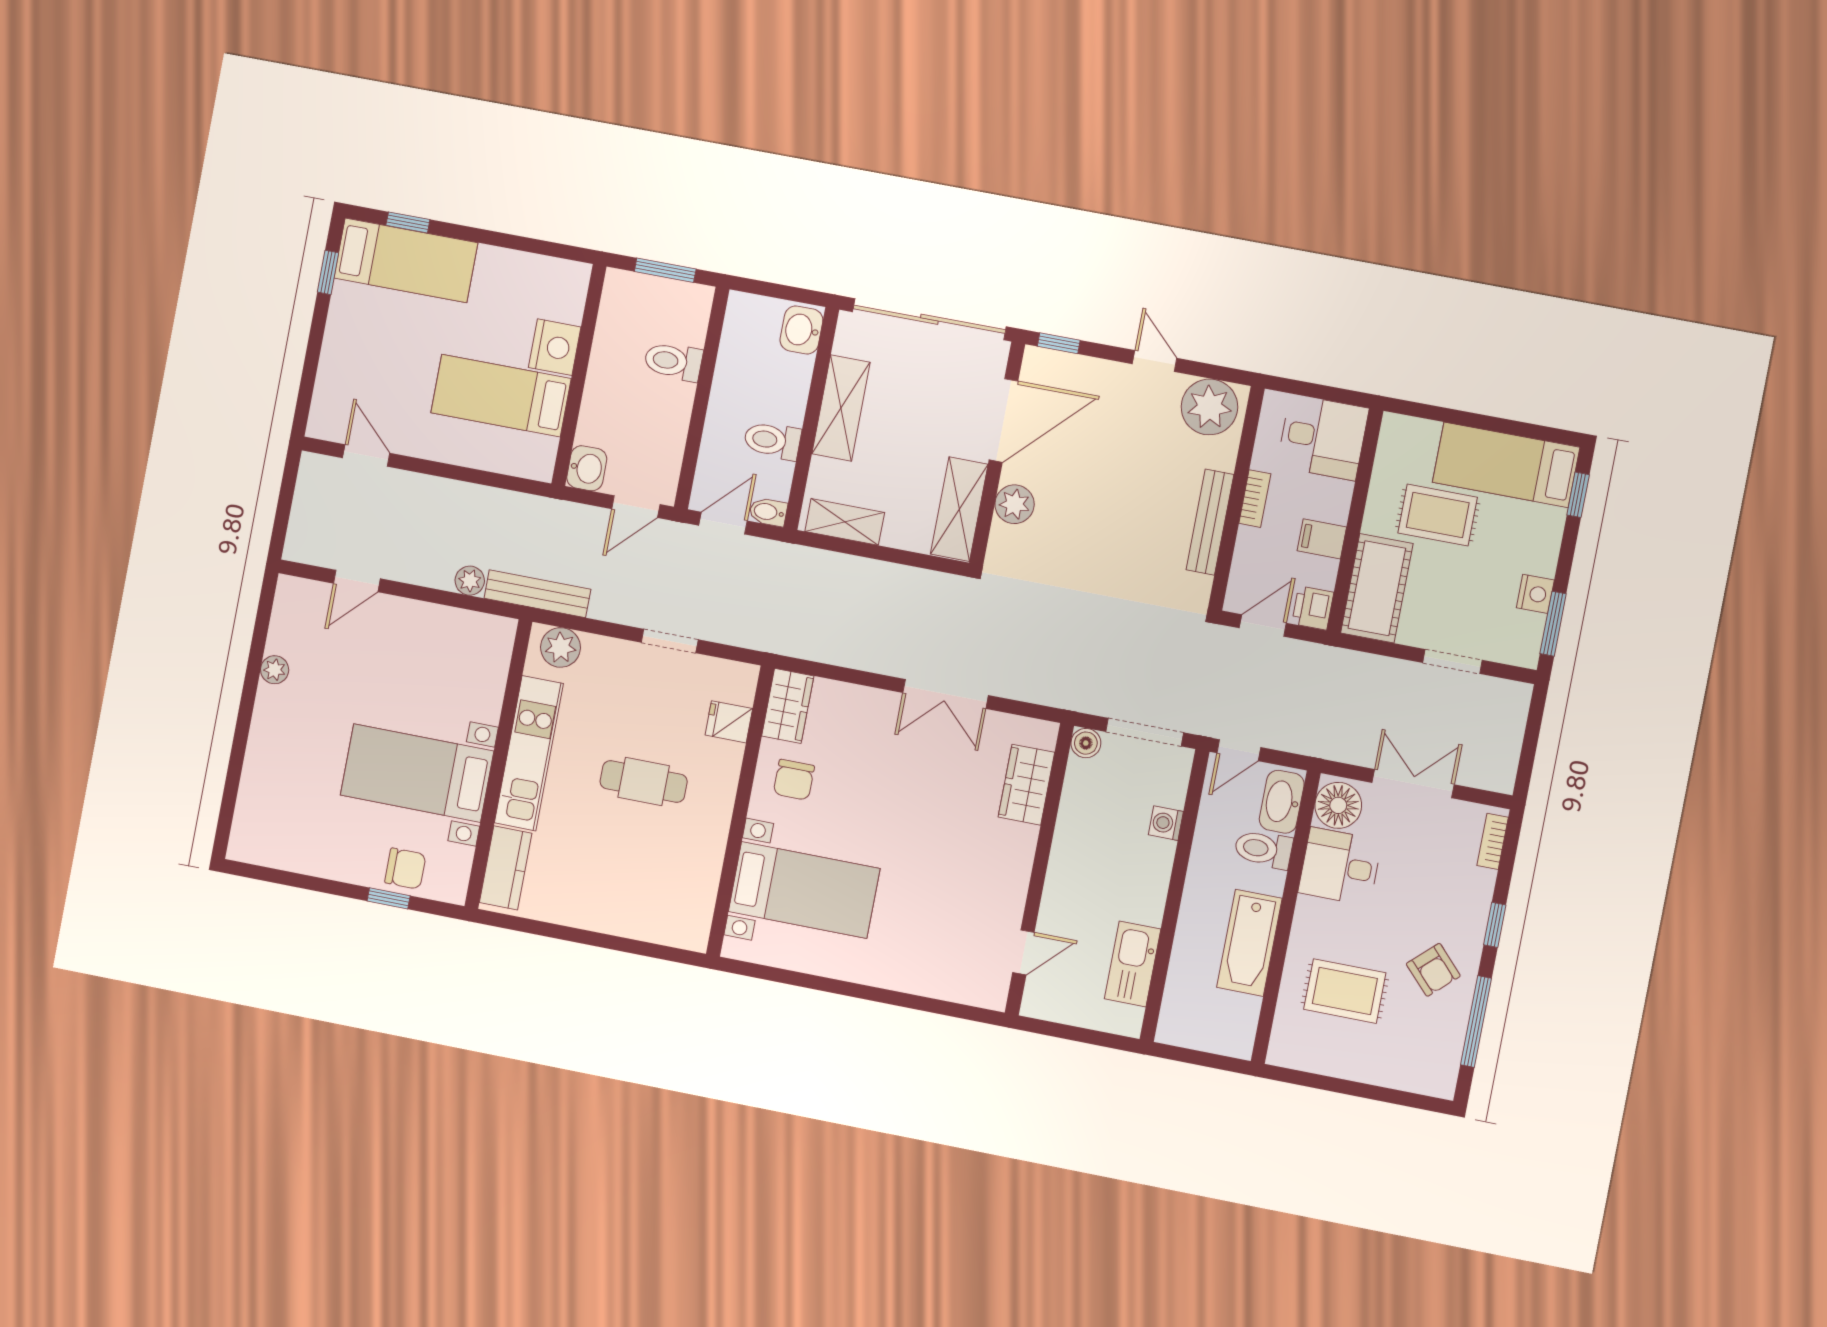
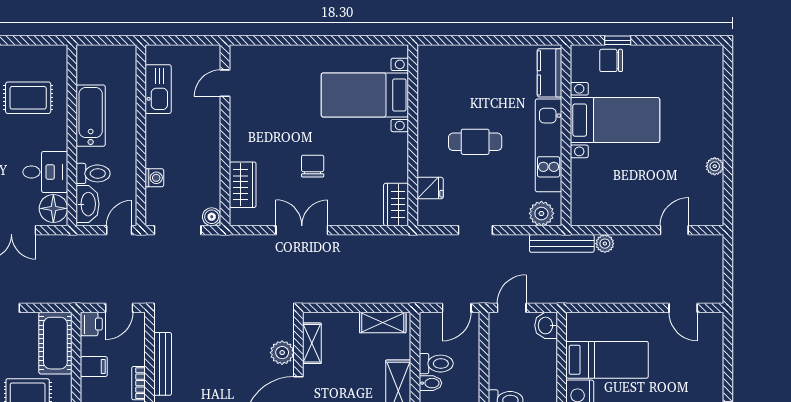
shelving: (959, 509) -> (312, 343), width x0.67, depth x0.75
bidet: (768, 512) -> (430, 383), moved
chair: (794, 780) -> (313, 166), moved

